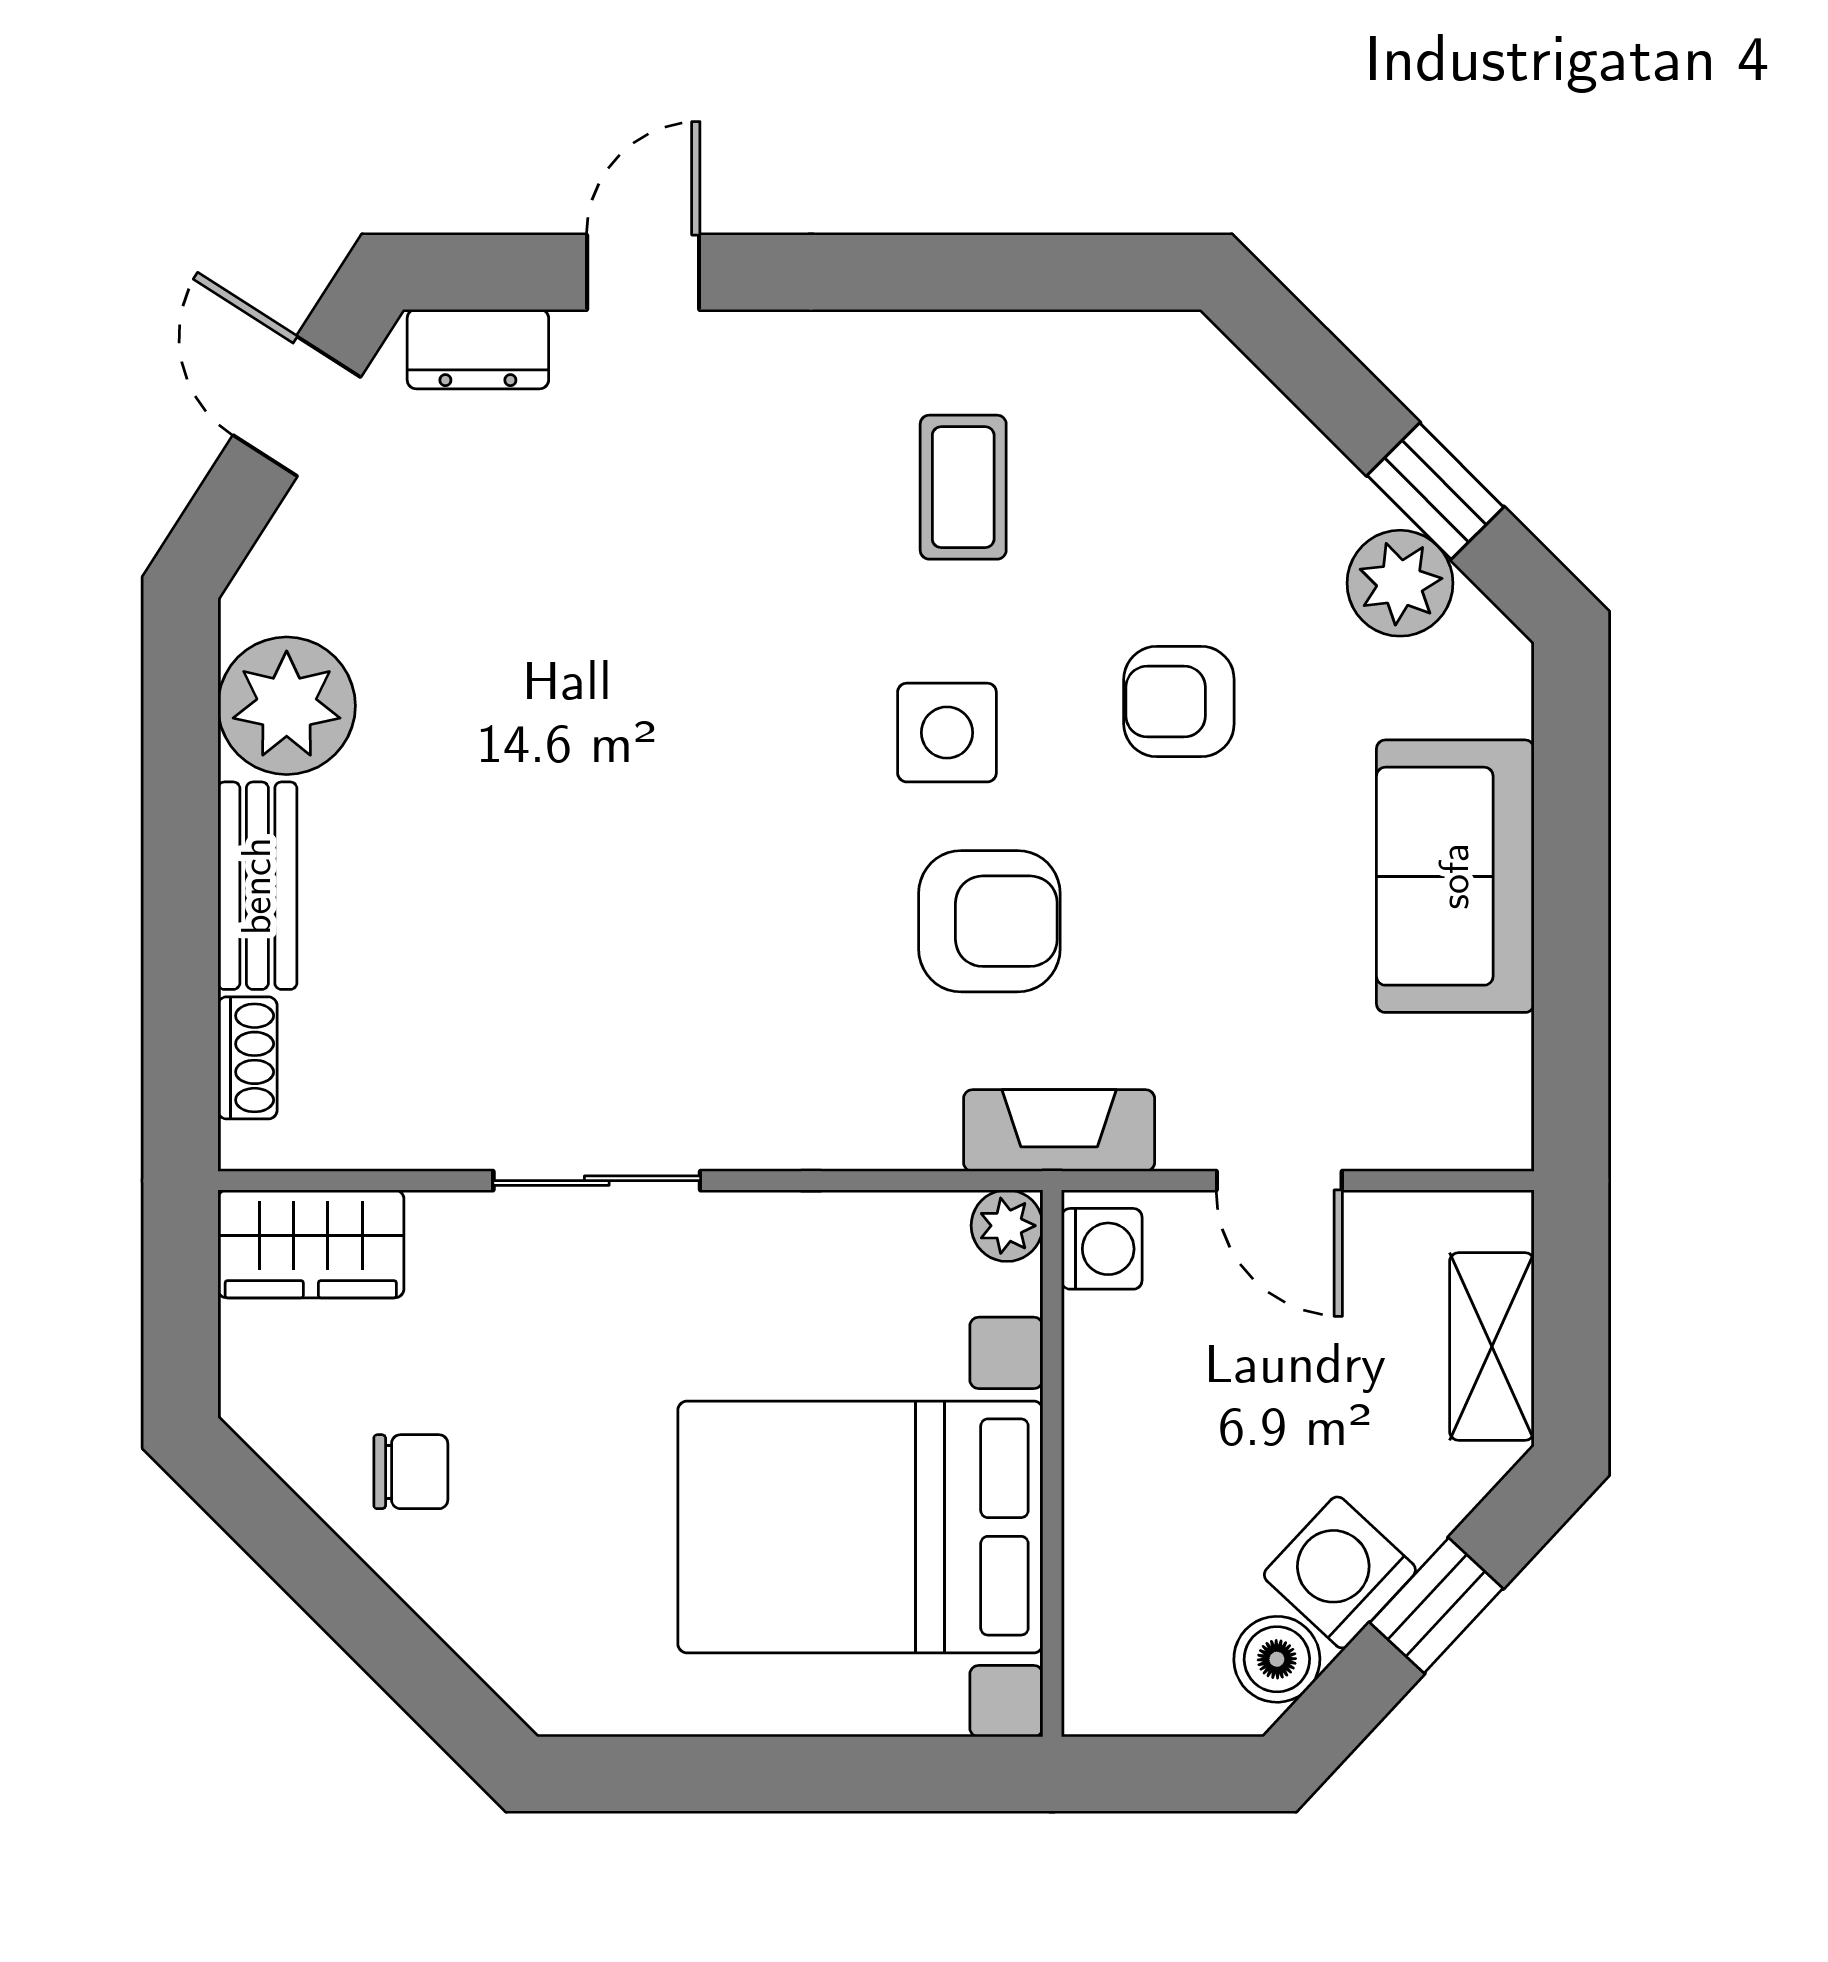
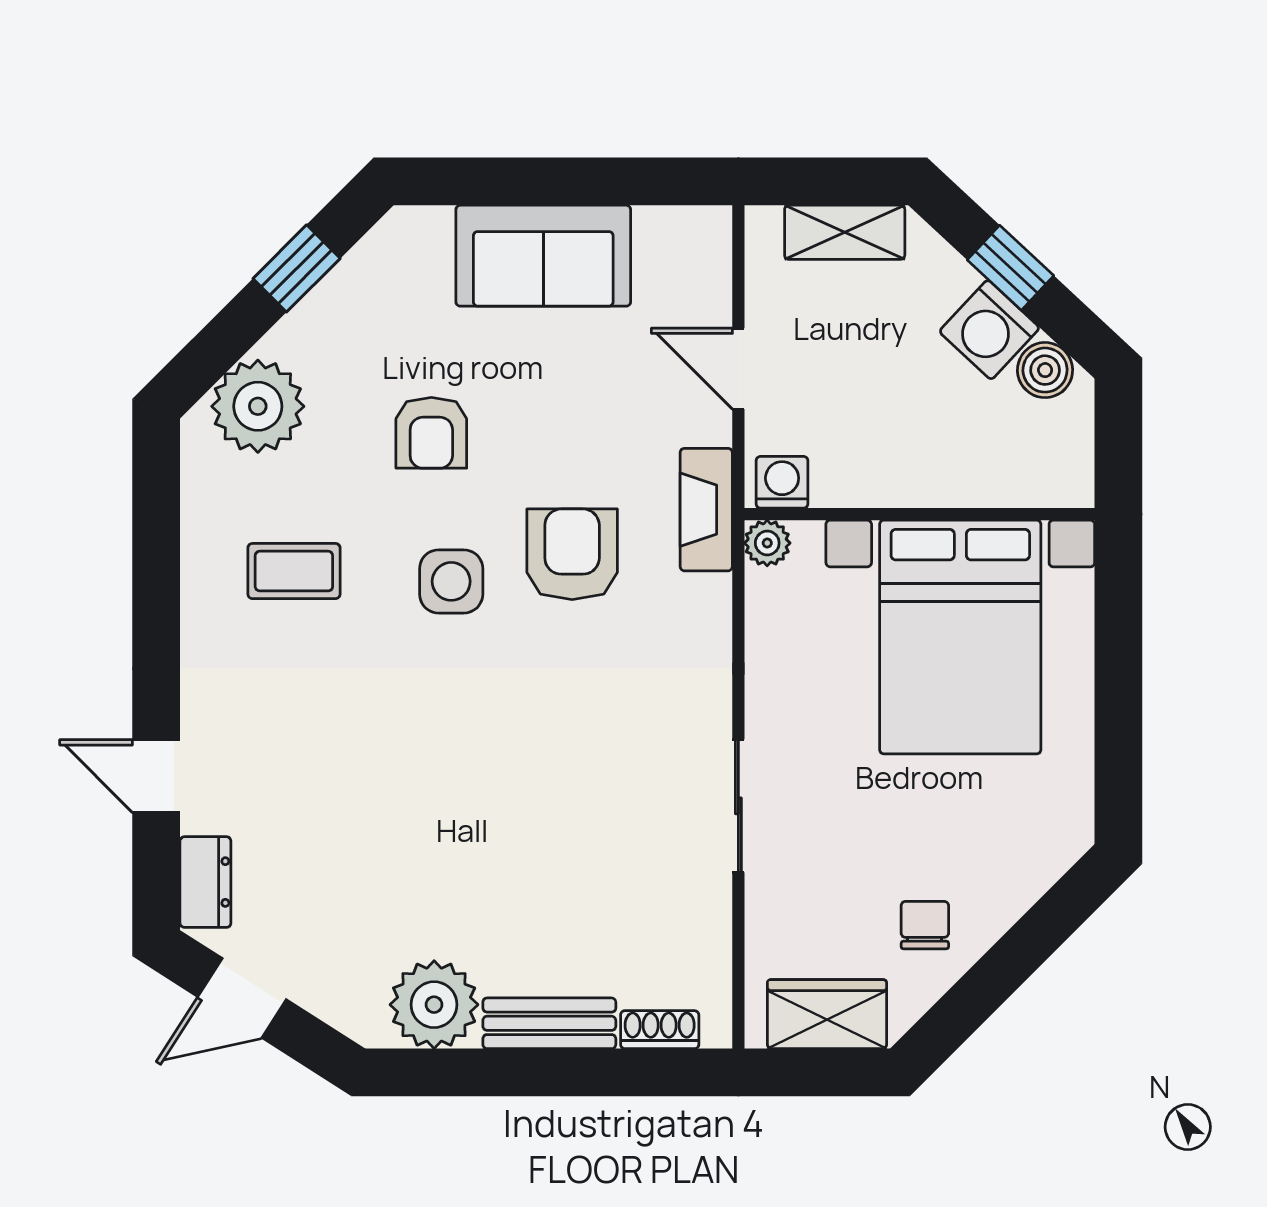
plant: (1400, 583) -> (258, 406), moved, width x1.36, depth x1.36
door: (1279, 1181) -> (738, 369), swing flipped
wardrobe: (311, 1244) -> (827, 1014), moved, turned -90

